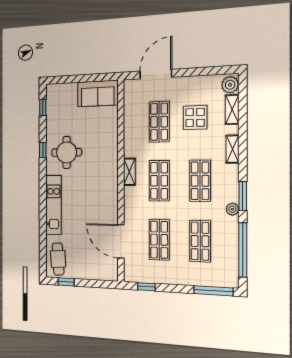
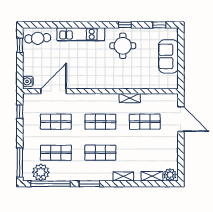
sofa: (98, 93) -> (168, 56), moved
display table: (195, 117) -> (147, 149), removed
shelving: (129, 172) -> (130, 98), moved
plant: (232, 209) -> (41, 172), moved, width x1.88, depth x1.88
water cooler: (109, 274) -> (28, 81), added

